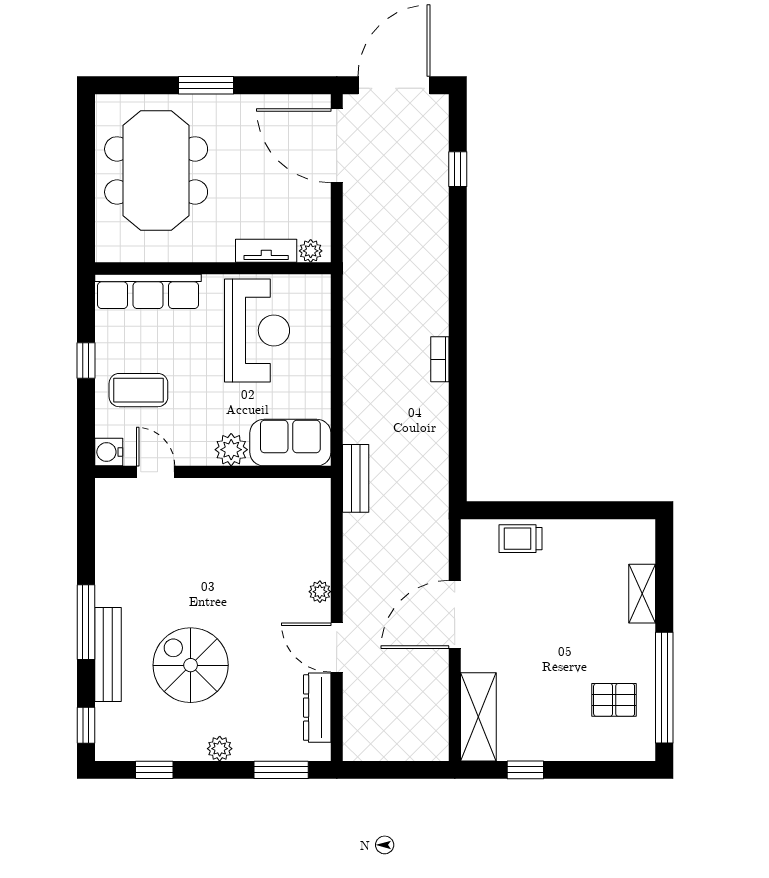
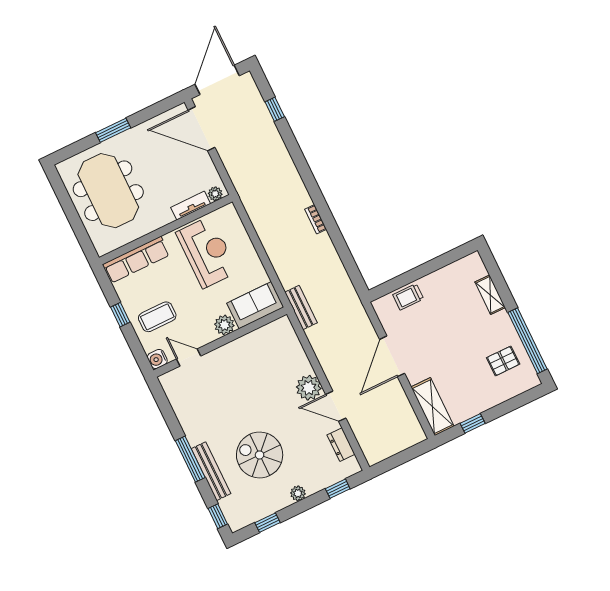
plant: (320, 592) -> (309, 388), width x1.88, depth x1.88
dresser: (317, 708) -> (341, 445), width x0.70
window: (281, 770) -> (338, 489), width x0.67

